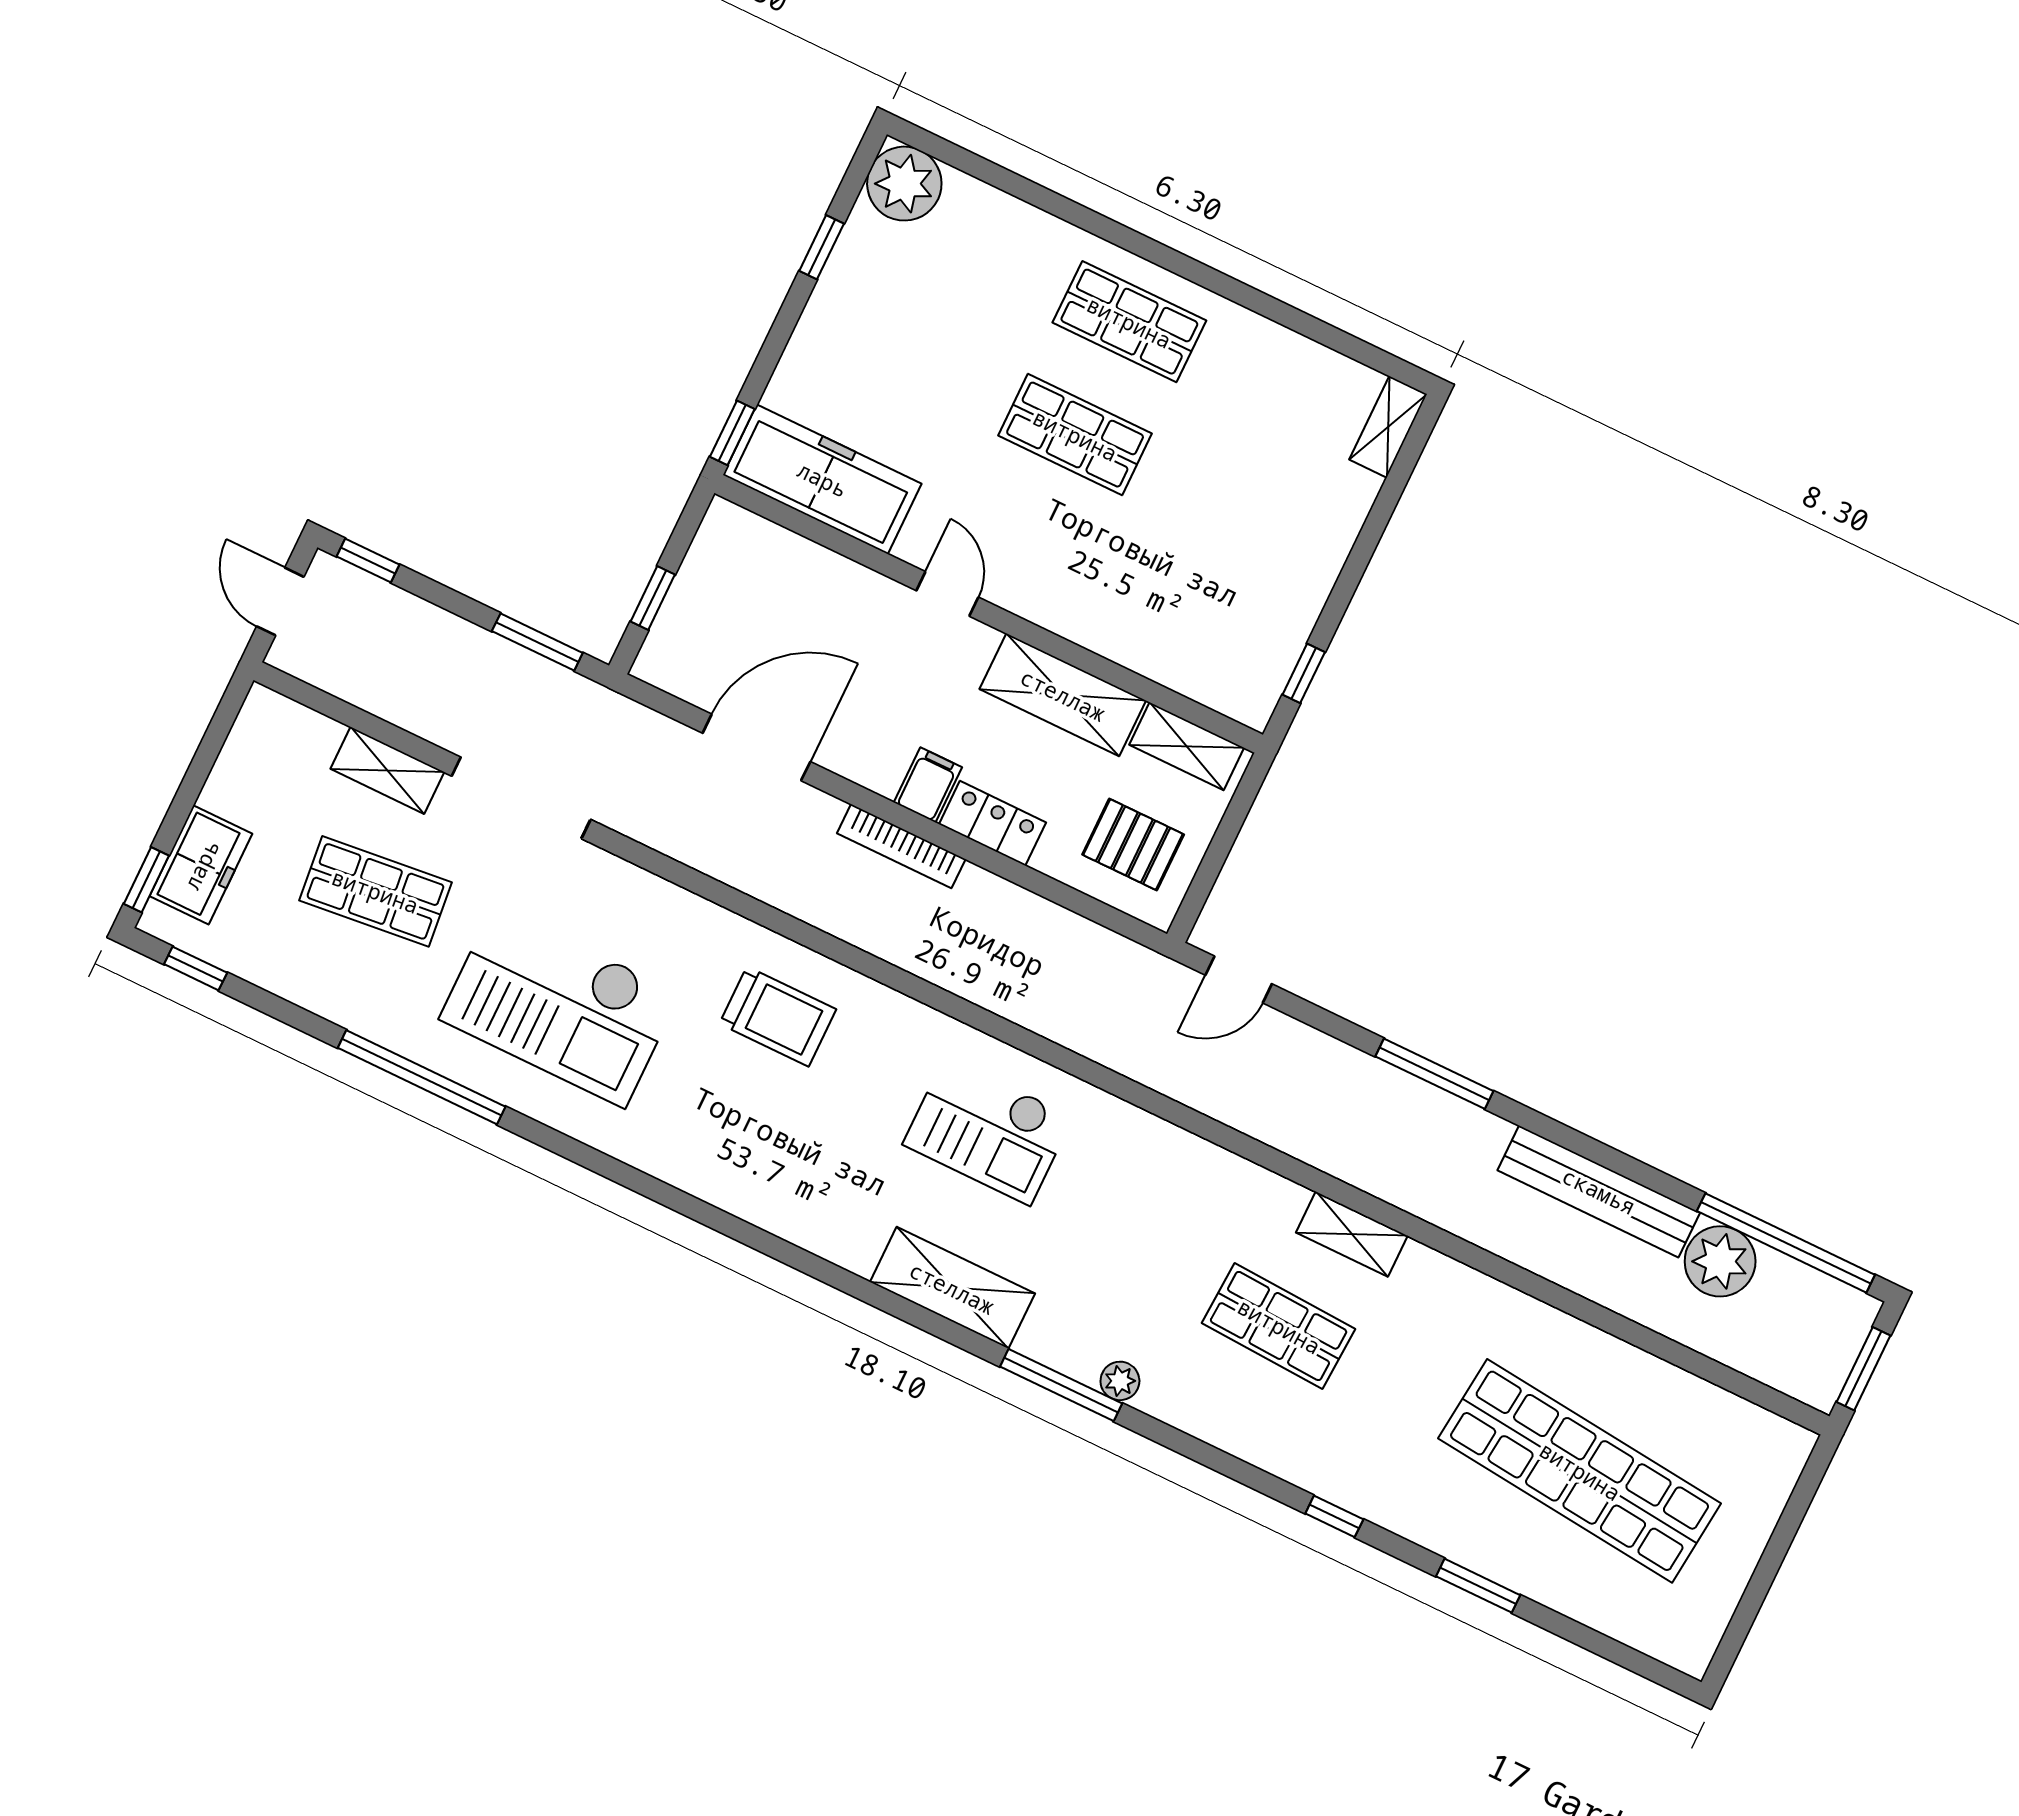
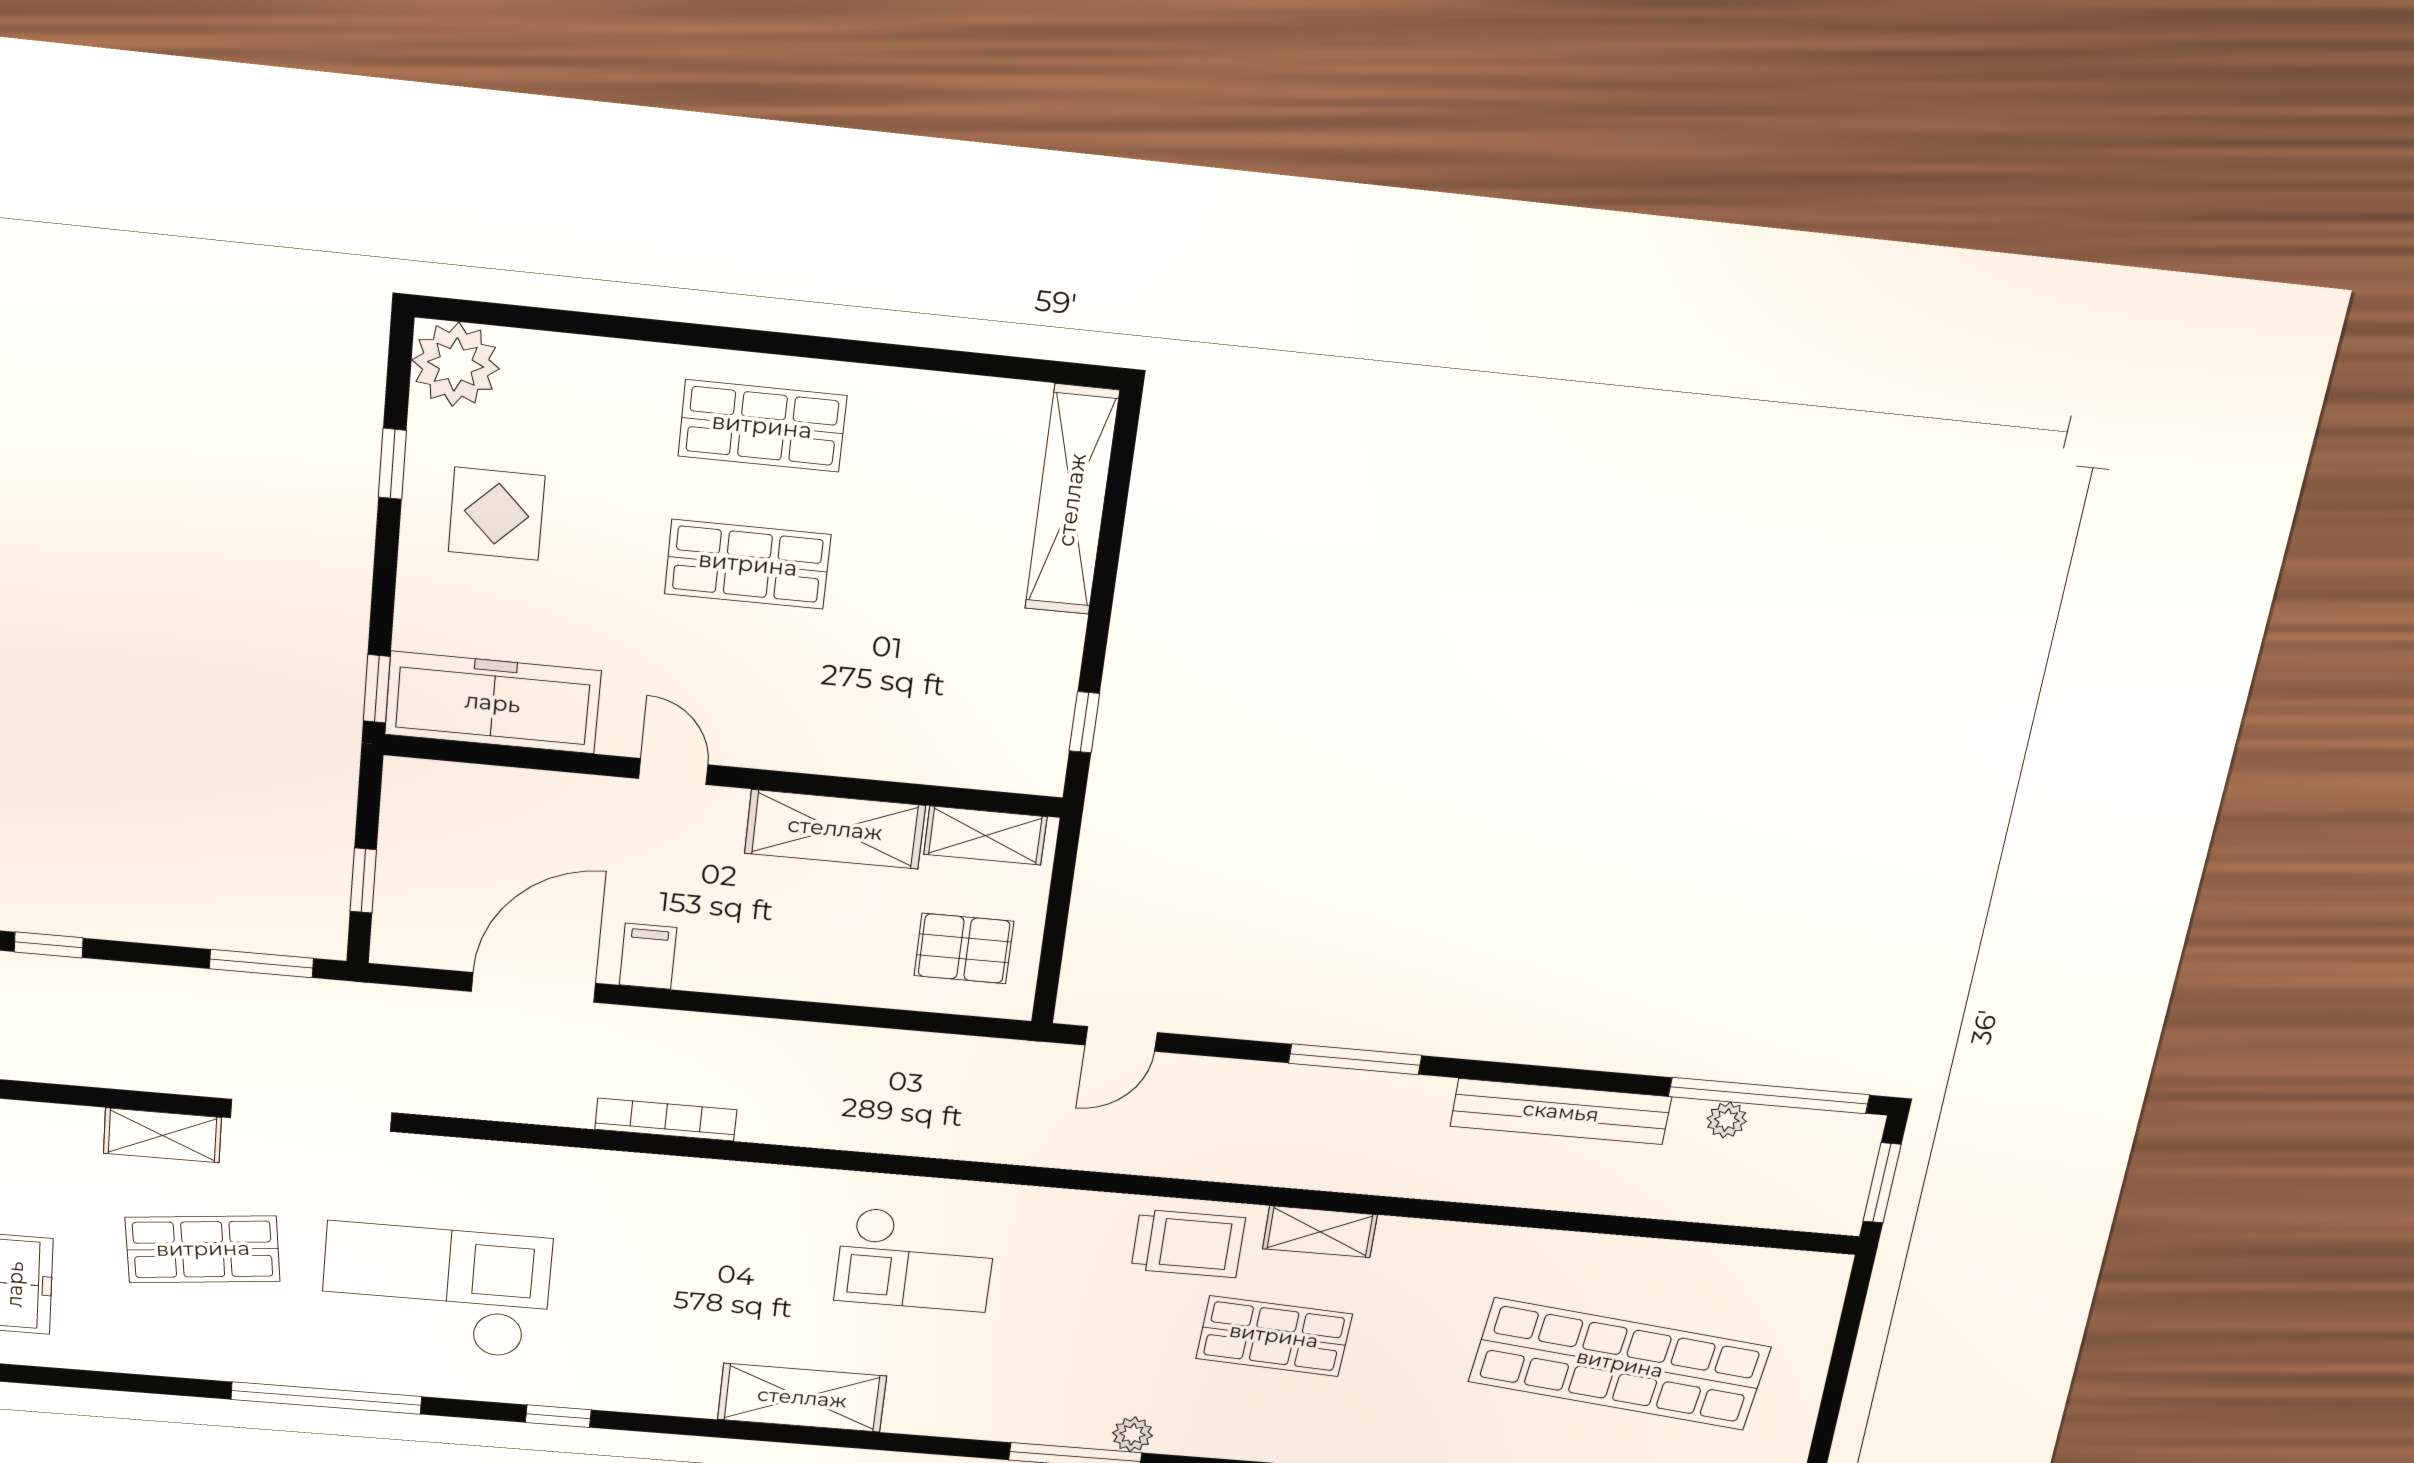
display table: (888, 319) -> (497, 514), added
shelving: (1388, 427) -> (1072, 500), width x2.20, depth x1.33
filing cabinet: (928, 785) -> (648, 956), moved
locker: (993, 823) -> (809, 977), removed
bookcase: (901, 846) -> (666, 1120), moved, turned 180
window: (196, 968) -> (558, 1416), moved
checkout: (560, 1006) -> (436, 1291), turned 180
trolley: (778, 1017) -> (1188, 1244), moved
plant: (1720, 1261) -> (1727, 1120), width x0.53, depth x0.53
shelving: (952, 1288) -> (802, 1398), moved

